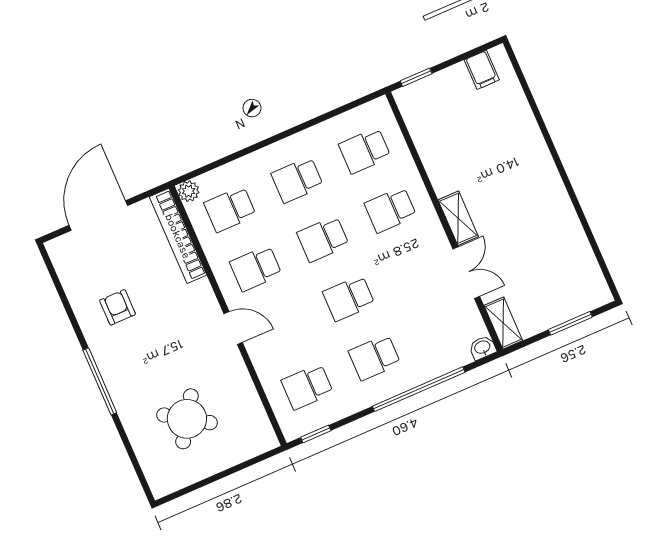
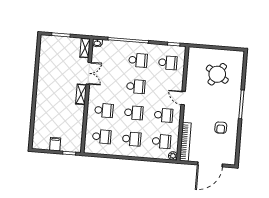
filing cabinet: (482, 70) -> (55, 144), moved
double door: (466, 273) -> (89, 73), swing flipped

